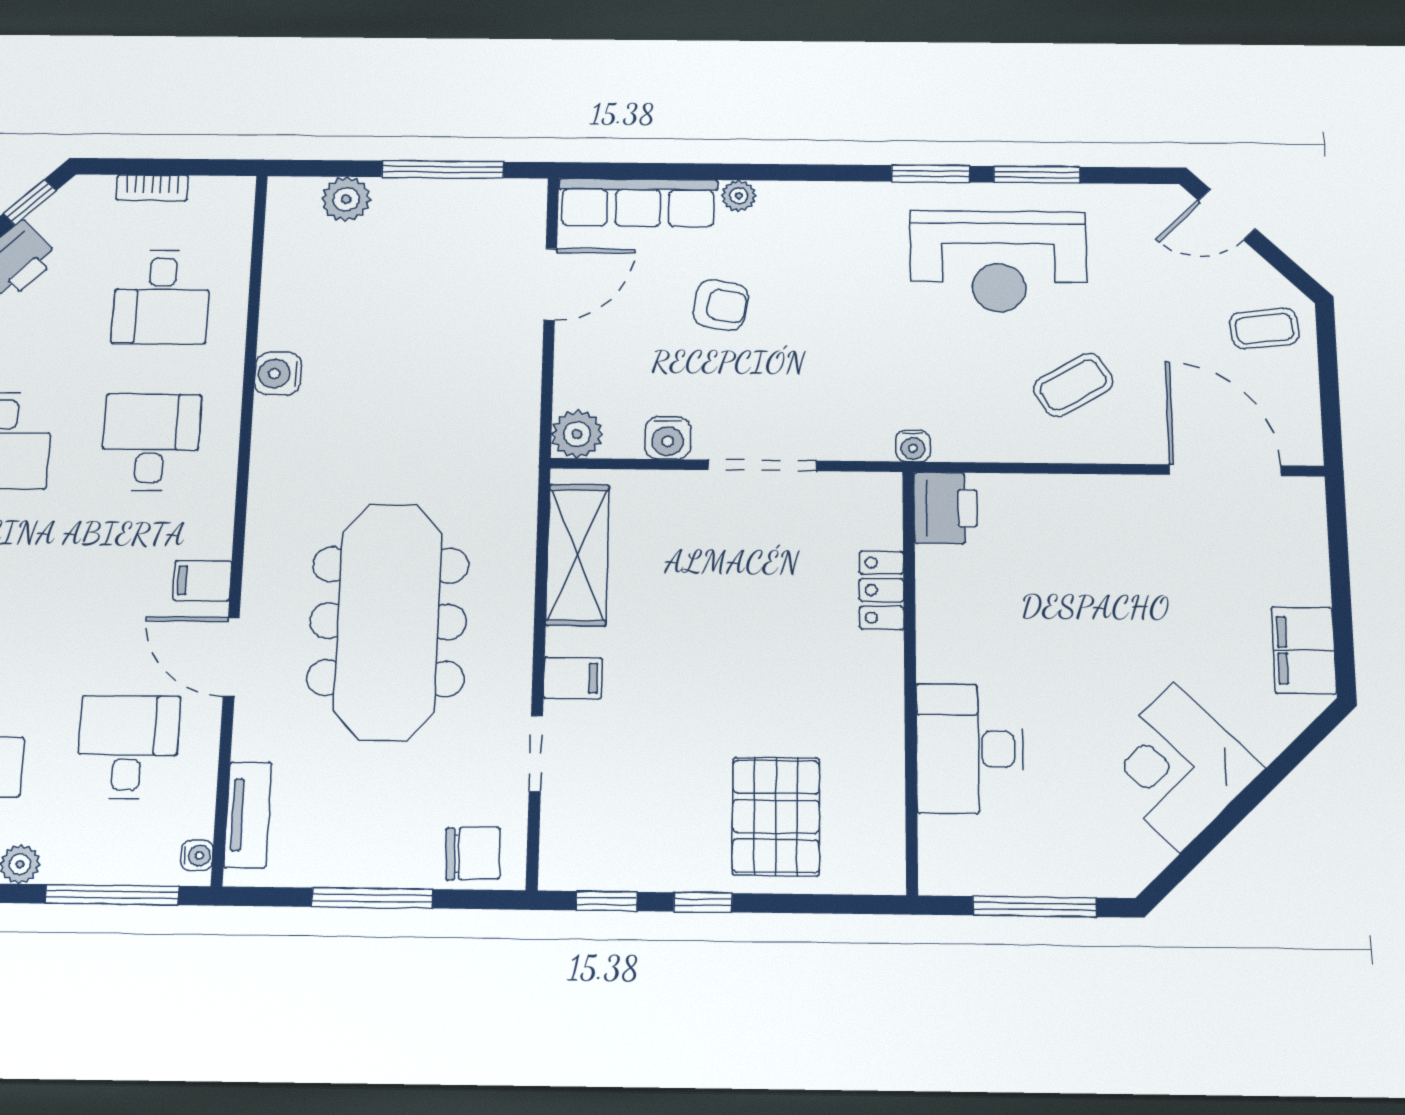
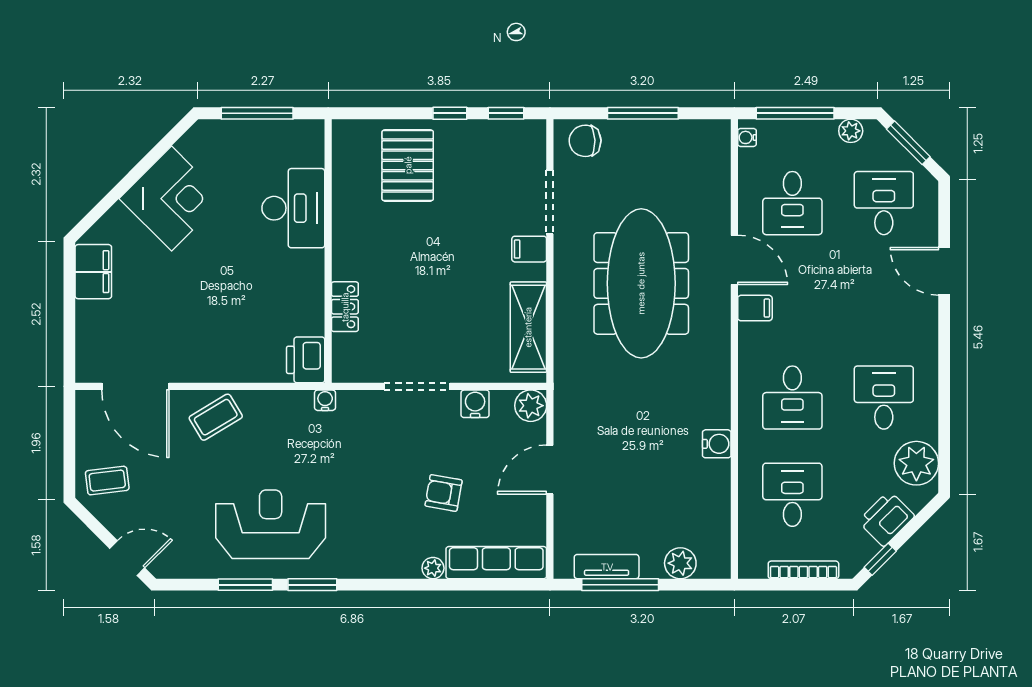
bookcase: (152, 188) -> (803, 570), width x1.56
door: (550, 284) -> (550, 470), moved
coffee table: (1073, 385) -> (216, 417), moved
doorway: (536, 754) -> (550, 202), width x1.38
tv unit: (248, 815) -> (607, 567), moved, turned 90

